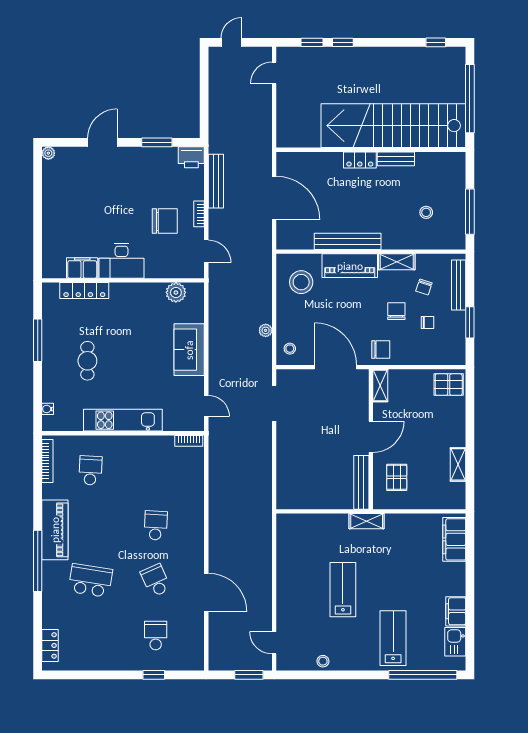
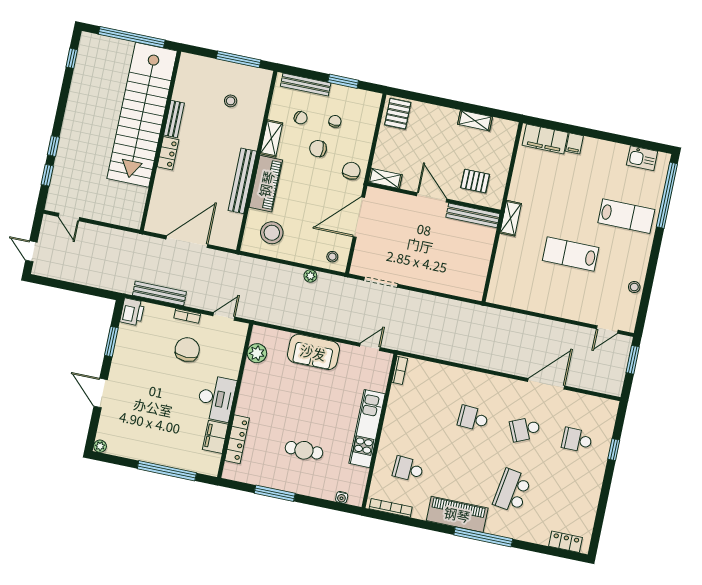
window: (38, 226) -> (167, 471), added
filing cabinet: (456, 611) -> (574, 143), moved, width x0.50
lab bench: (393, 638) -> (626, 216), turned 180

